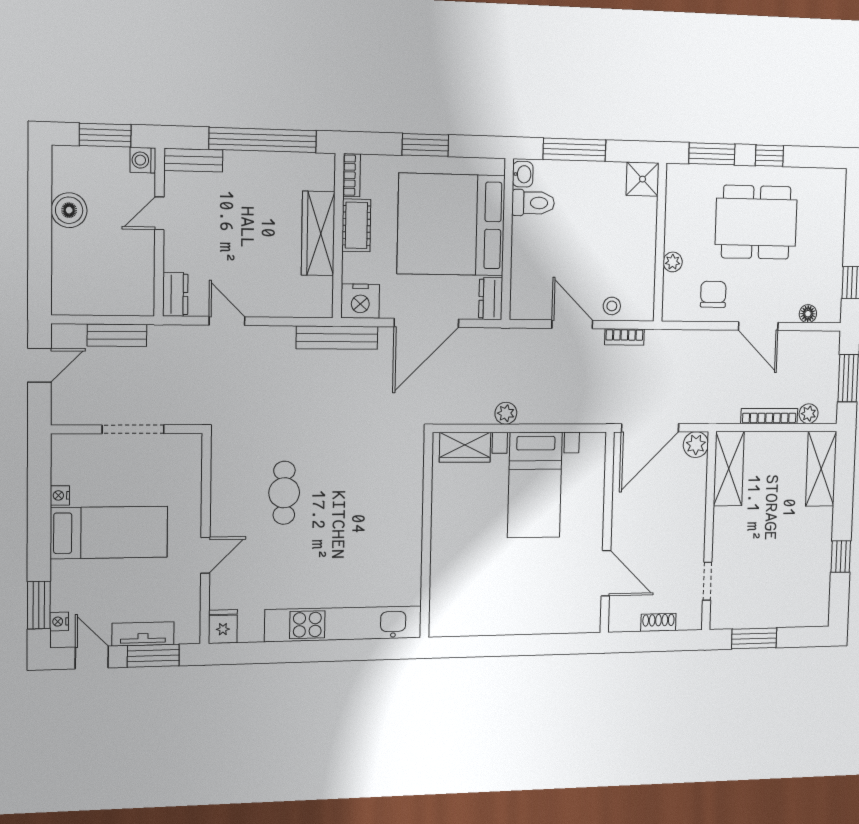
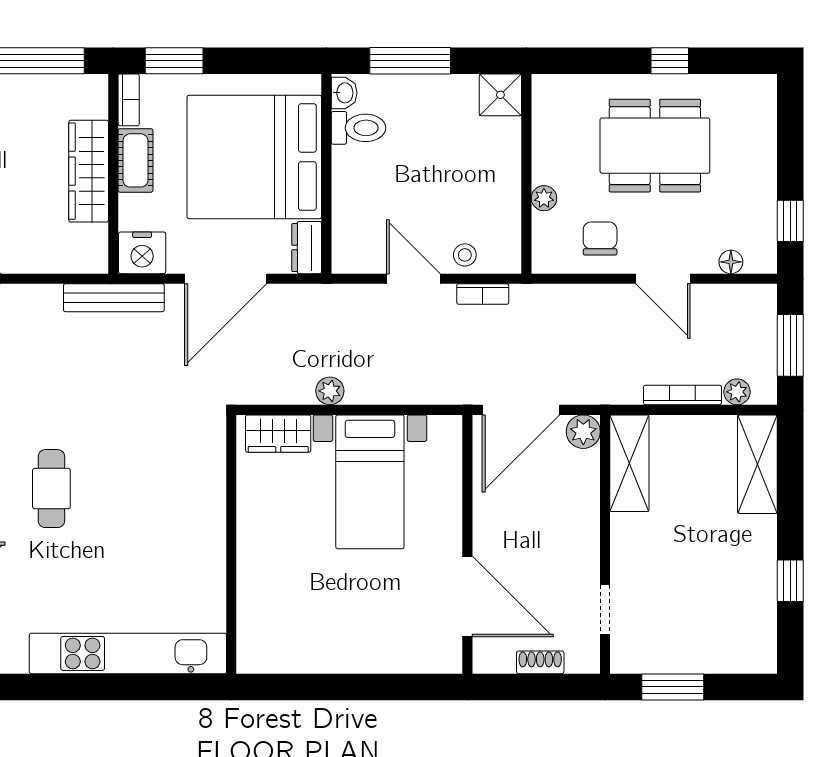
window: (425, 145) -> (174, 61), moved
window: (712, 154) -> (592, 61), removed
door: (606, 573) -> (467, 597), width x1.36

